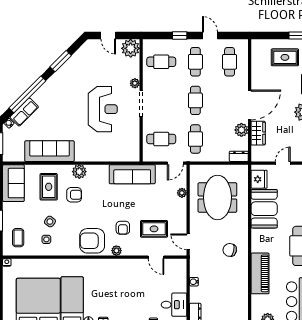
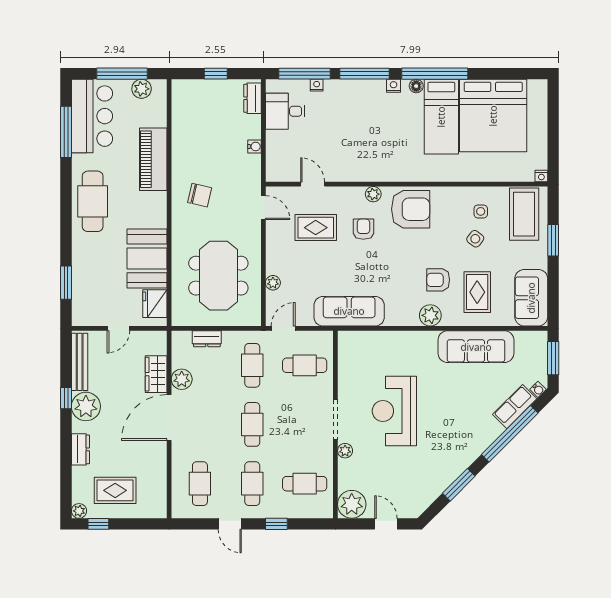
dresser: (239, 156) -> (207, 339), moved
coffee table: (18, 238) -> (524, 214), width x1.86, depth x1.72

